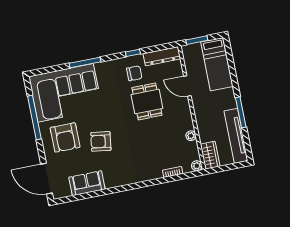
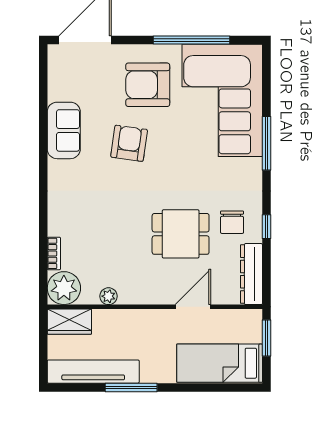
plant: (197, 166) -> (64, 288), width x1.88, depth x1.88
sofa: (87, 183) -> (64, 130), moved

